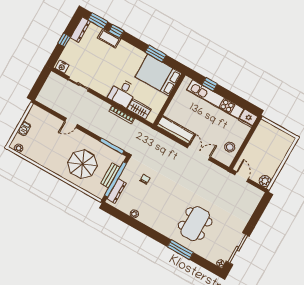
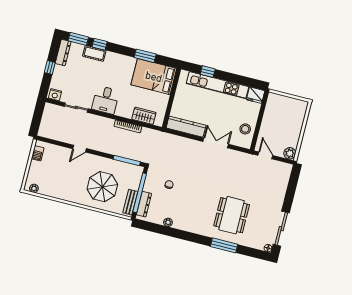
desk: (122, 93) -> (106, 100), moved
barbecue: (24, 129) -> (38, 153), moved
bench: (110, 175) -> (130, 202), moved

